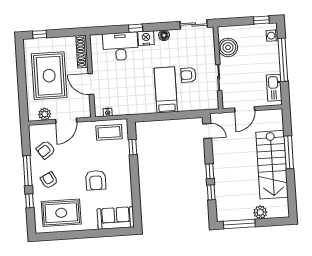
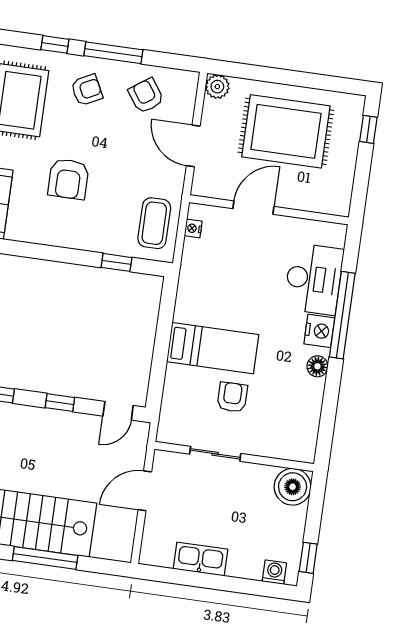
sliding door: (194, 24) -> (327, 427), removed
window: (136, 28) -> (342, 315), width x3.17
boiler: (228, 47) -> (293, 487), moved
shoe rack: (82, 52) -> (319, 203), removed
window: (283, 60) -> (224, 583), removed
kitchen sink: (274, 88) -> (200, 559), moved
door: (245, 109) -> (145, 491), hinge flipped
plant: (45, 114) -> (217, 87), moved
window: (210, 171) -> (60, 403), moved
armchair: (96, 180) -> (68, 179), turned -90

